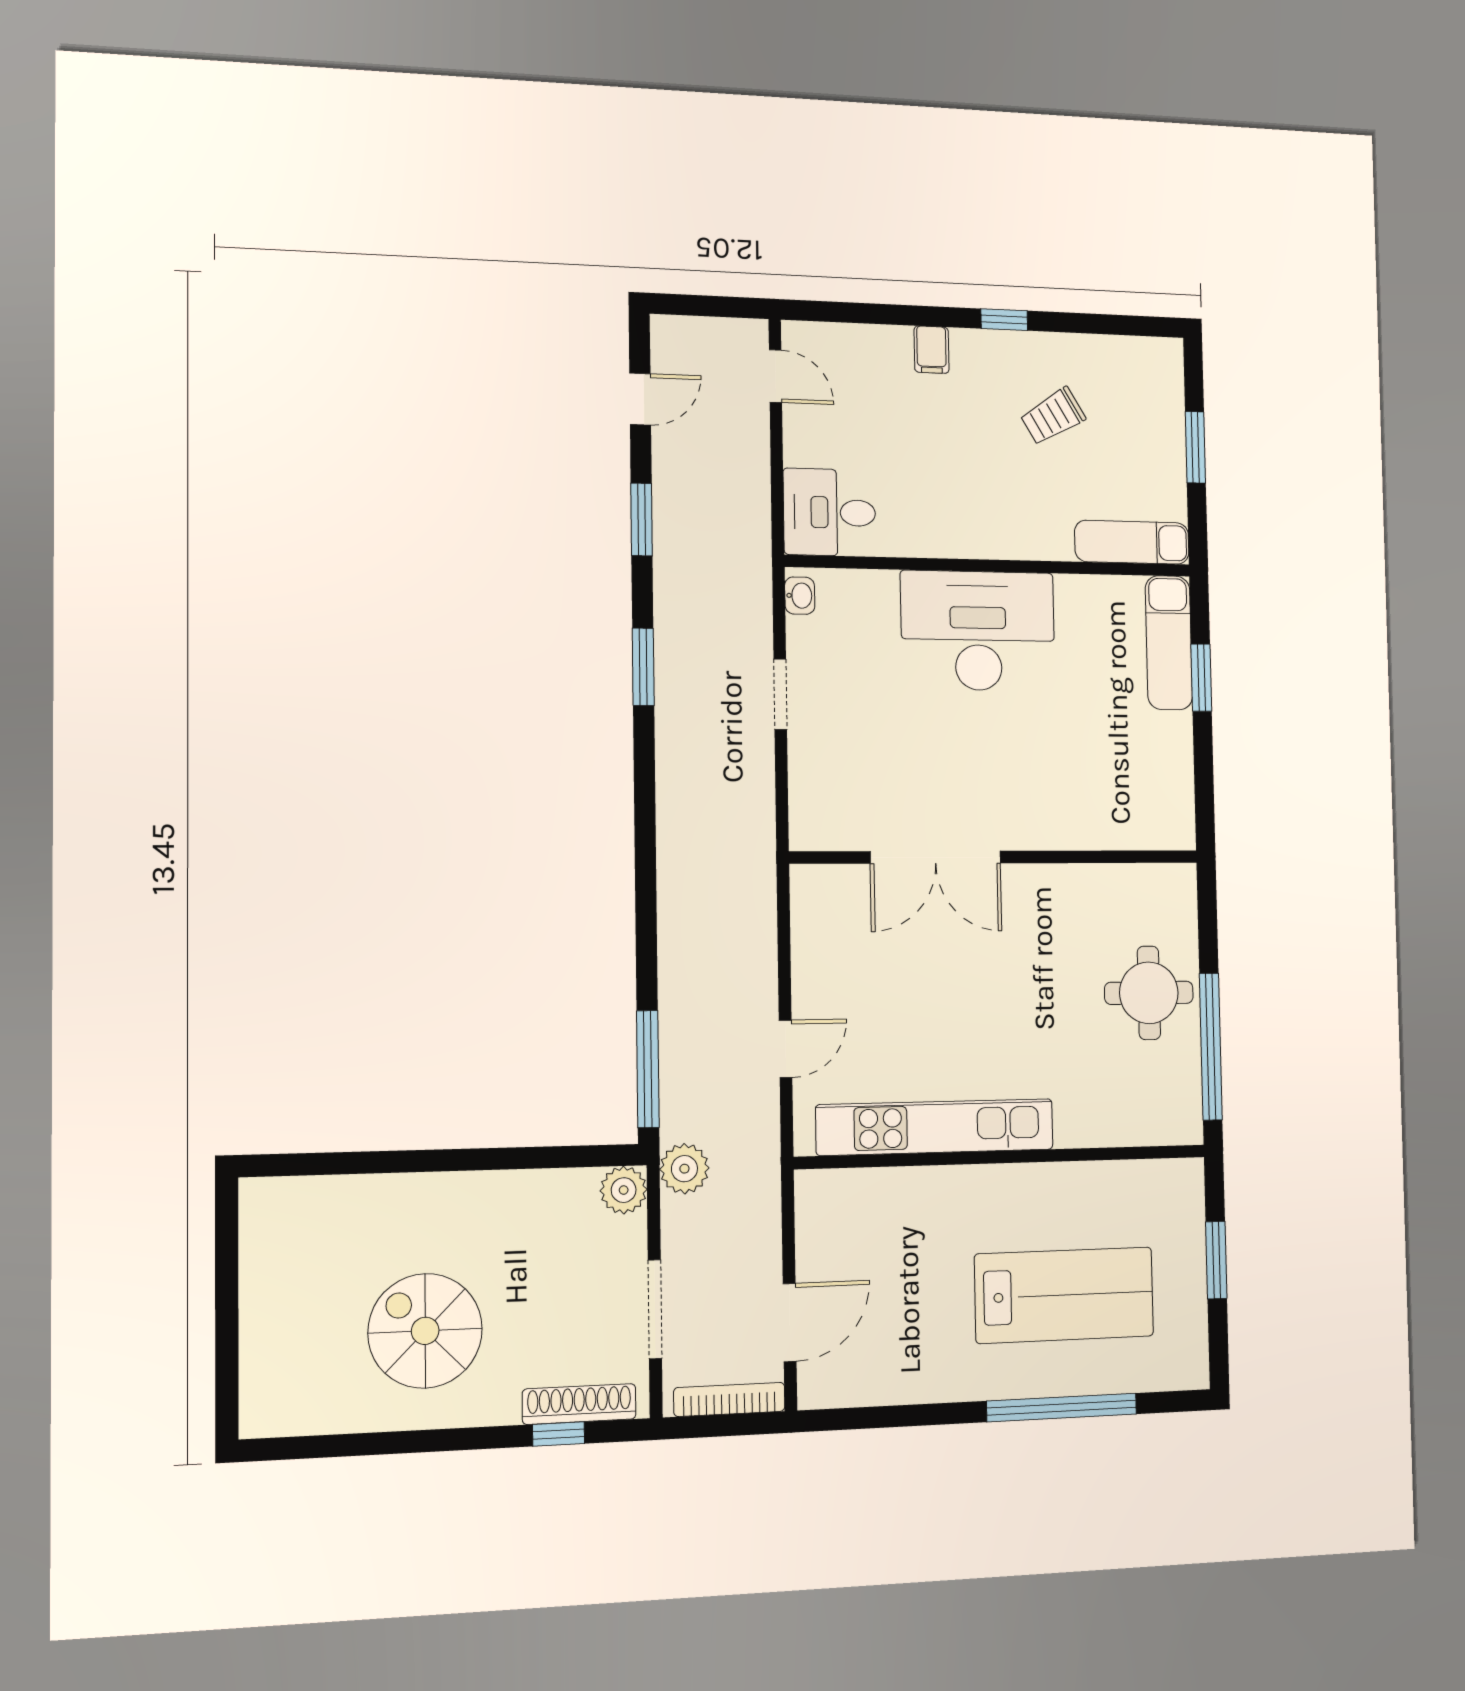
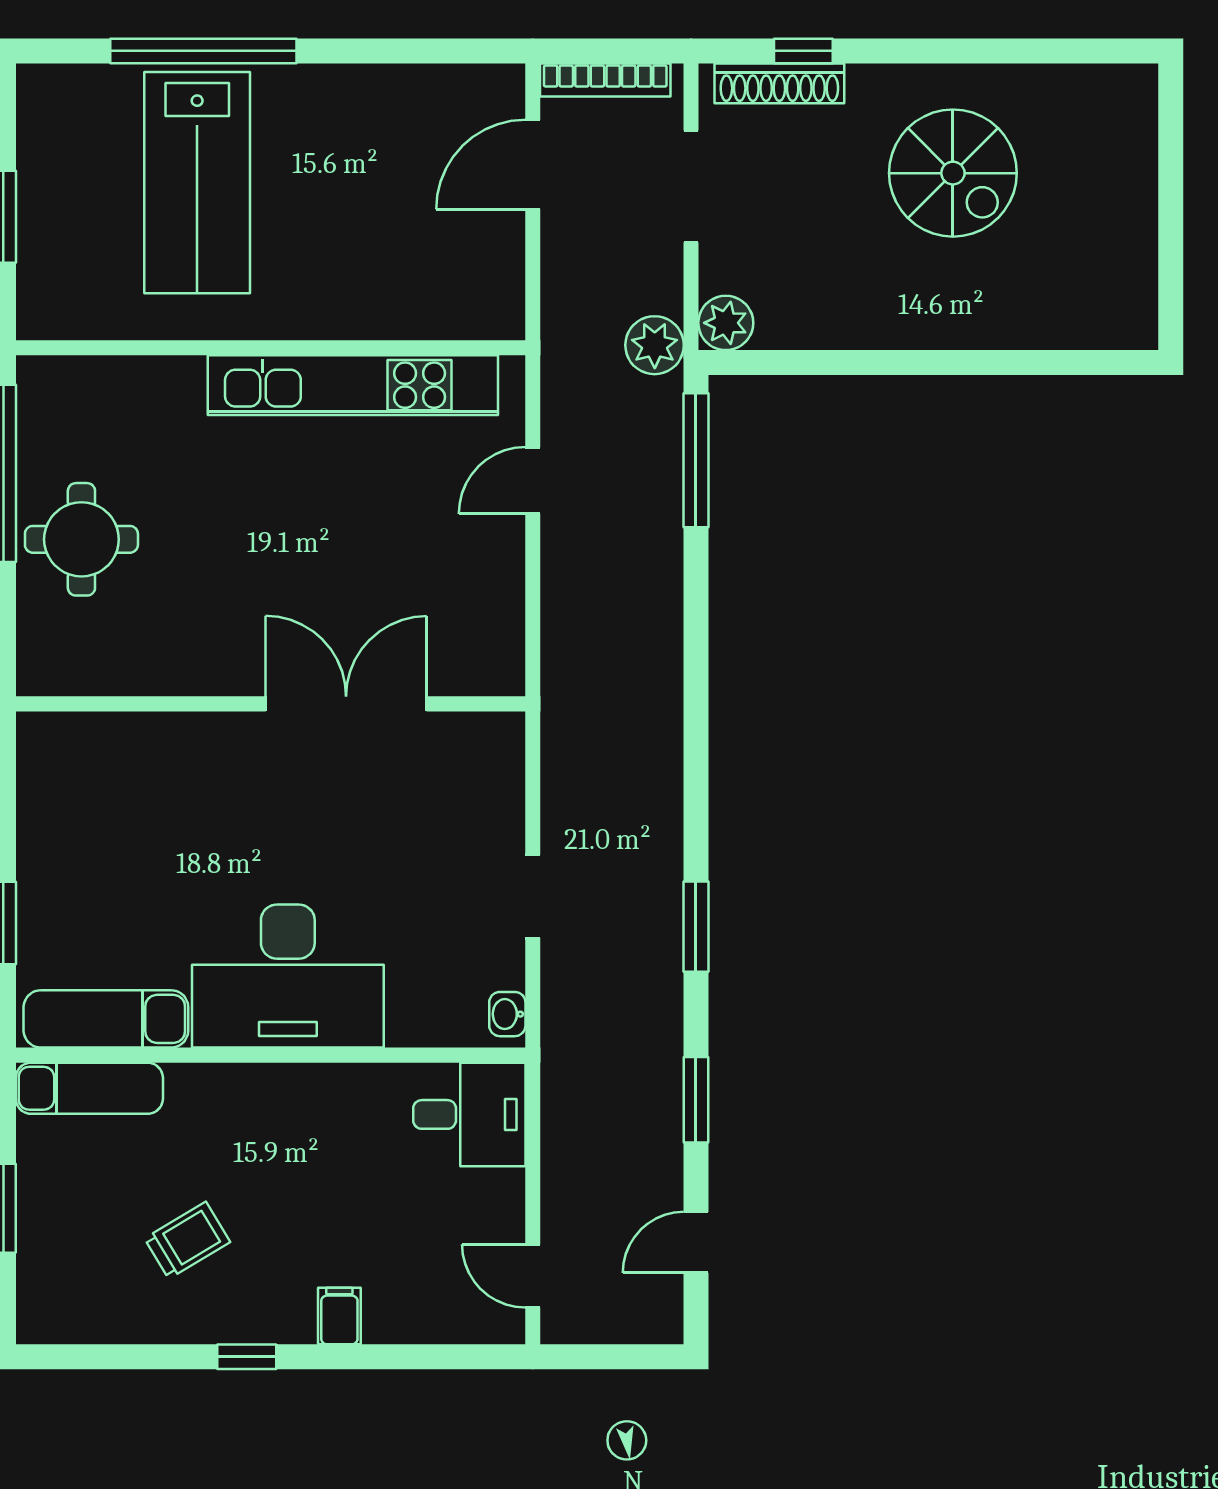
exam couch: (1169, 643) -> (106, 1019), moved, turned -90
lab bench: (1064, 1295) -> (197, 183), turned -90

